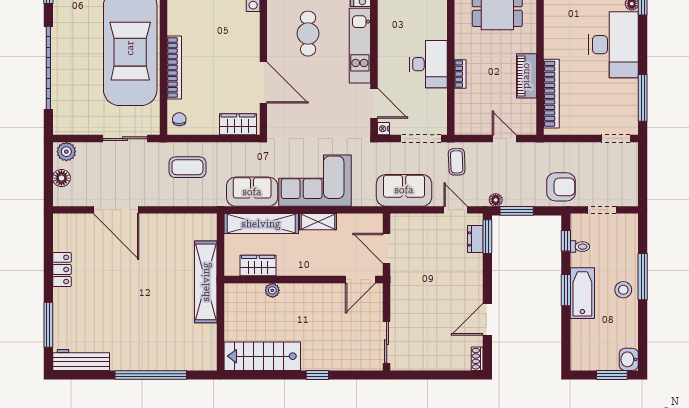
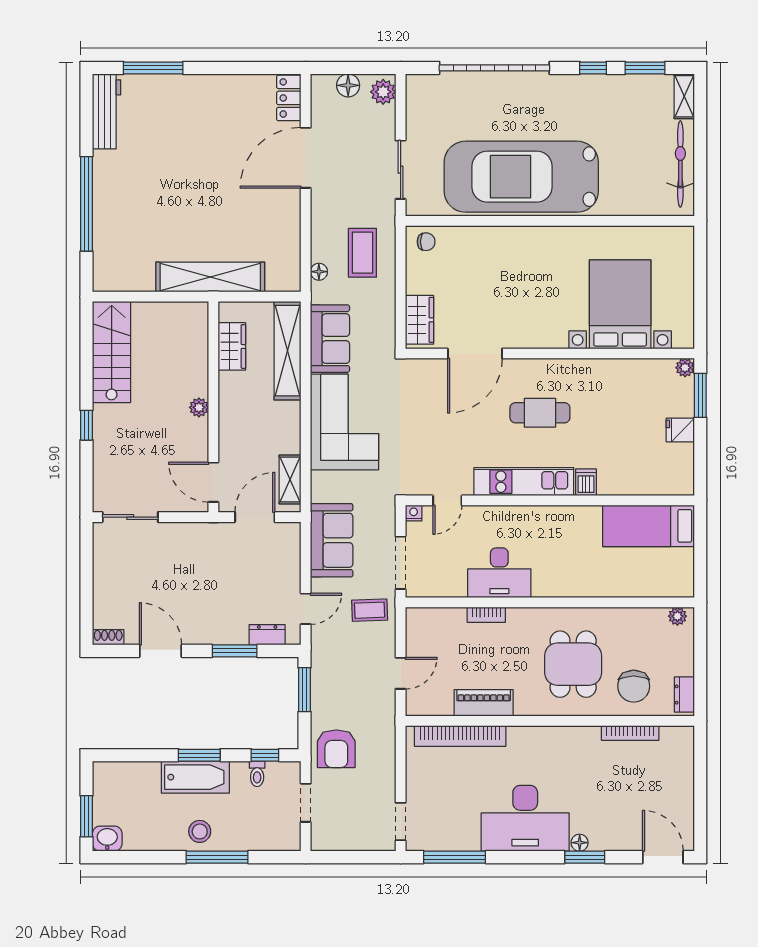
bookcase: (174, 68) -> (495, 235), removed
door: (374, 103) -> (447, 500), width x0.73
floor lamp: (496, 200) -> (319, 272), moved
shelving: (318, 222) -> (290, 479), moved
window: (487, 237) -> (235, 651), moved
locker: (62, 269) -> (289, 98), moved, turned 90
plant: (272, 290) -> (199, 407), moved

